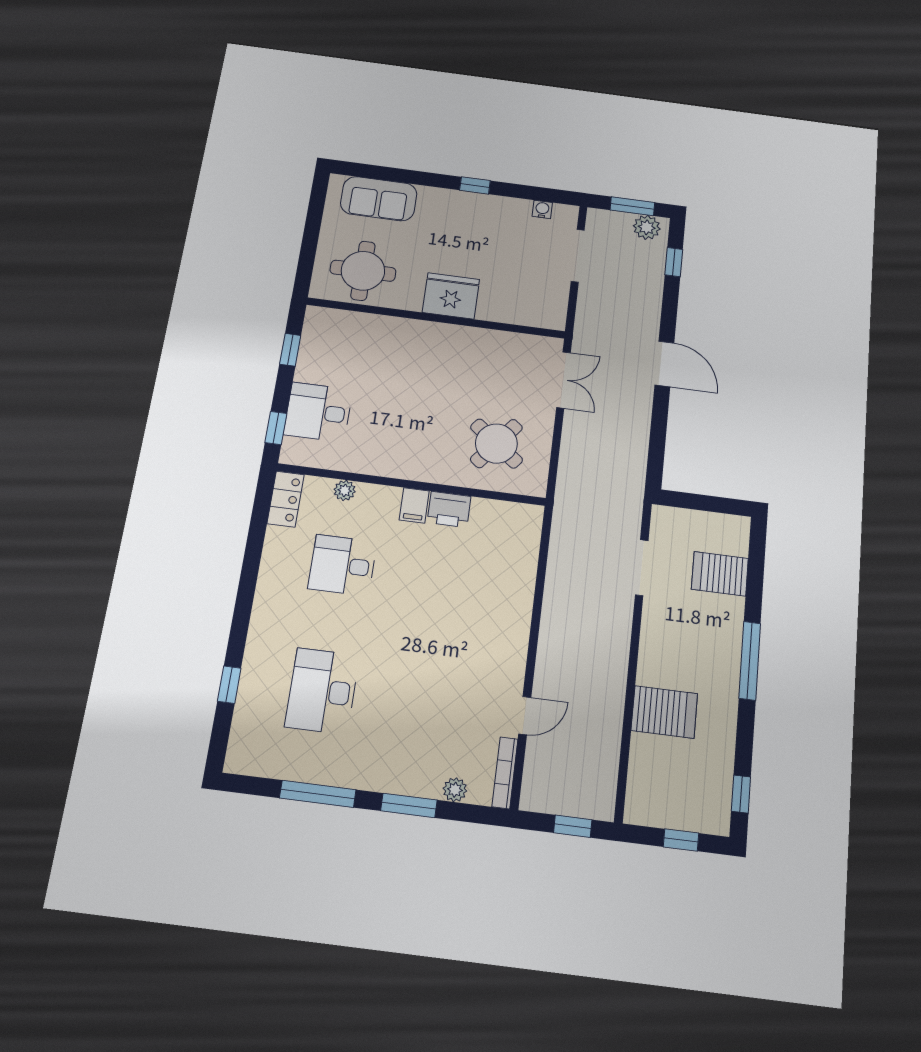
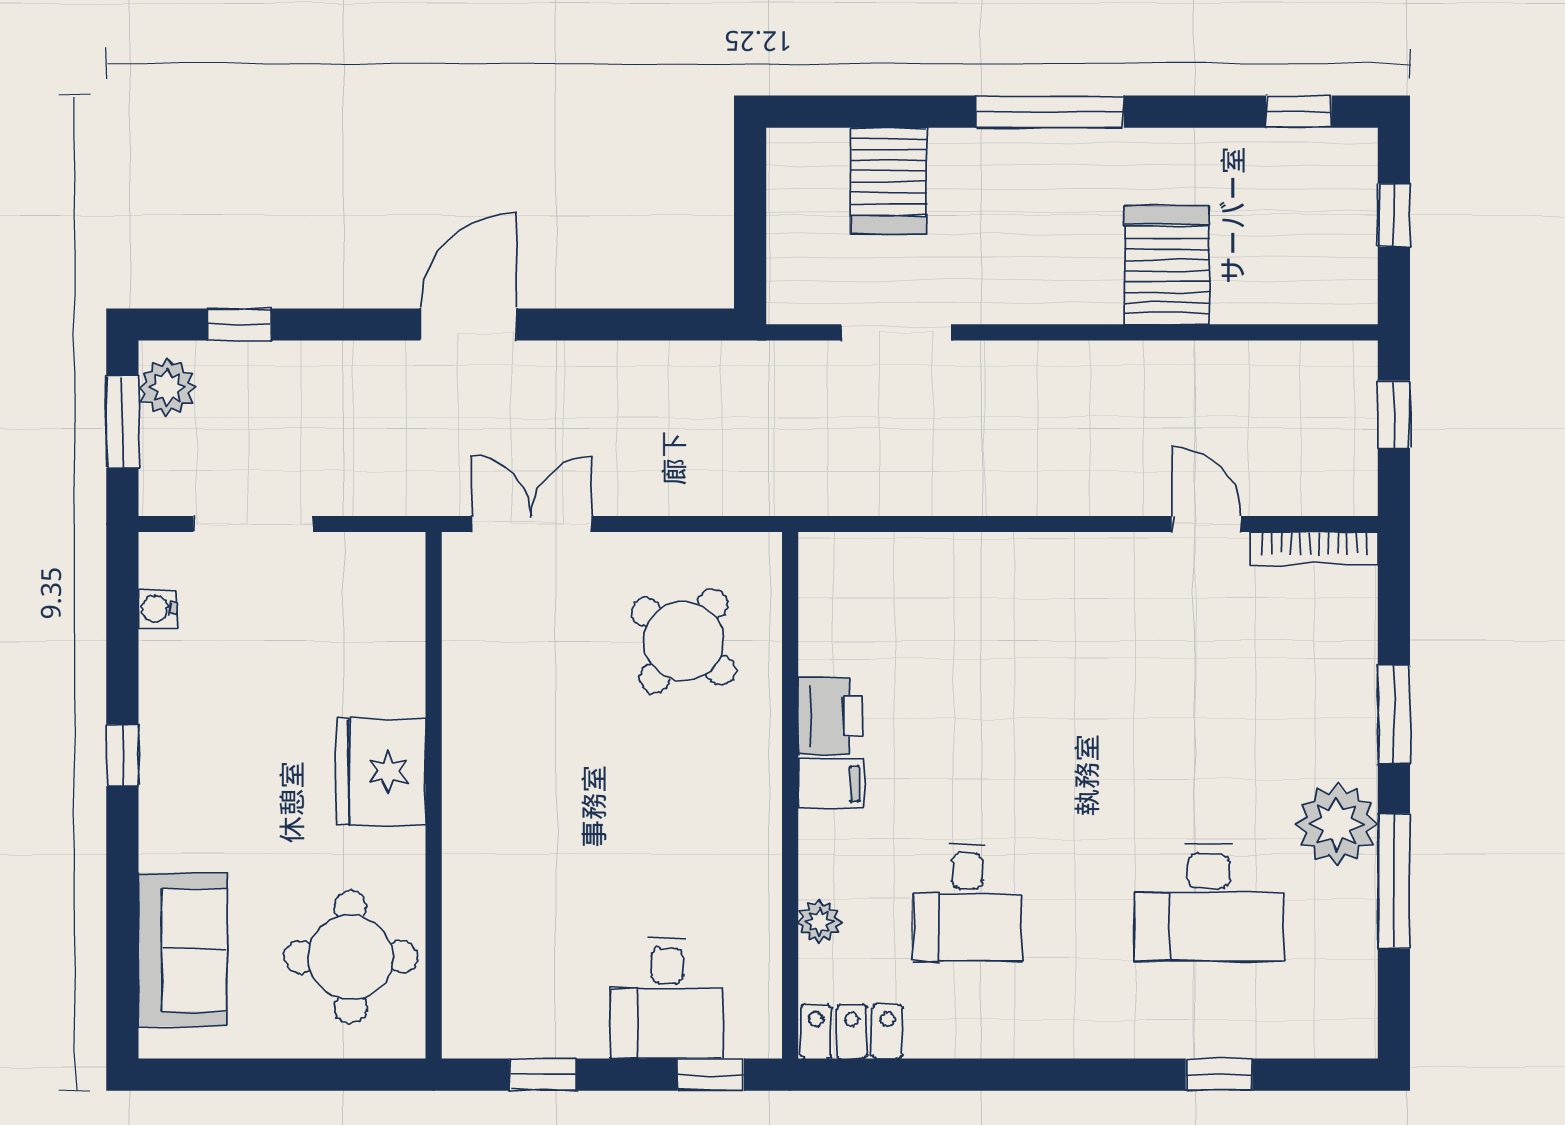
plant: (455, 790) -> (1337, 824), moved, width x1.87, depth x1.87

